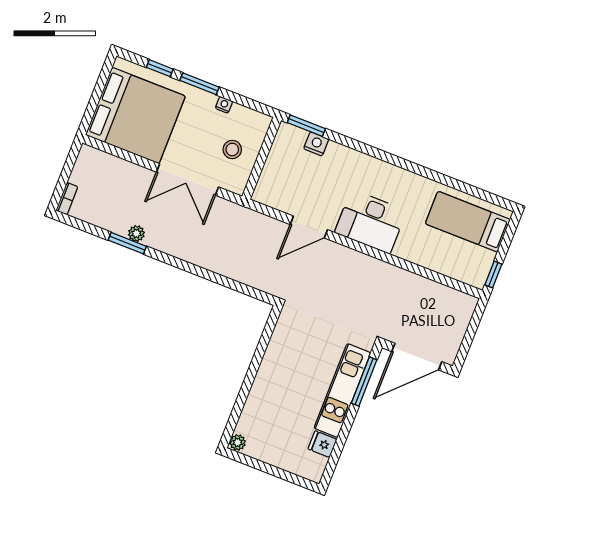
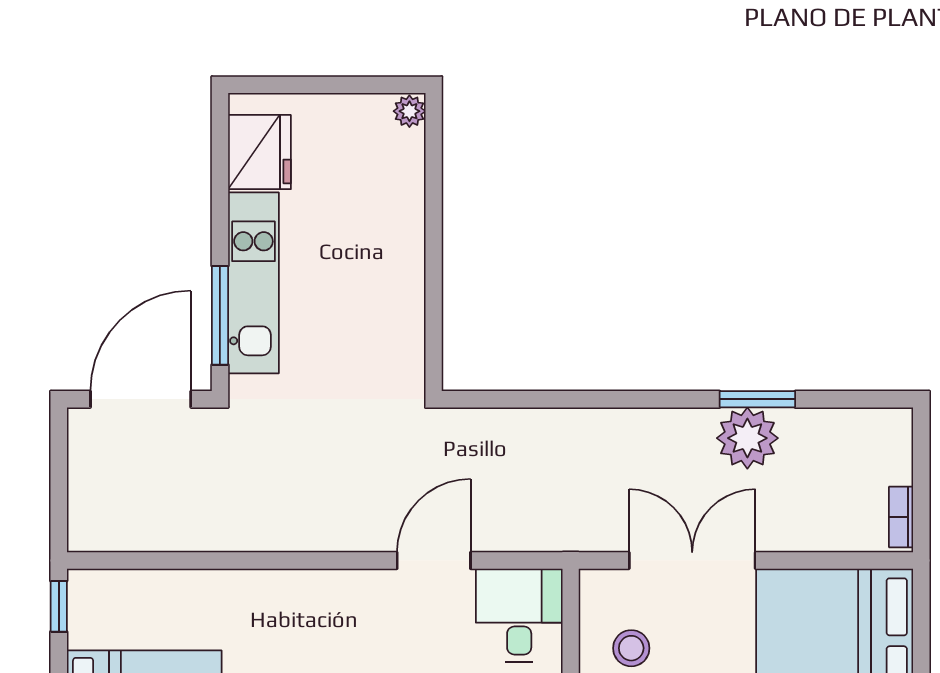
bookcase: (67, 199) -> (901, 517), moved
desk: (371, 222) -> (519, 615), moved, width x0.73
plant: (136, 234) -> (747, 438), width x1.87, depth x1.87
fridge: (322, 444) -> (259, 152), width x1.88, depth x1.34

